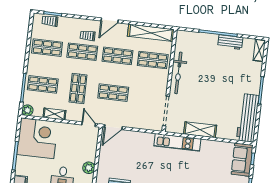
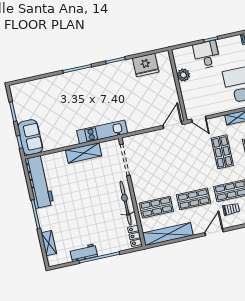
locker: (180, 41) -> (135, 236), added
shelving: (259, 50) -> (49, 243), moved
shop shelf: (113, 93) -> (185, 160), removed

